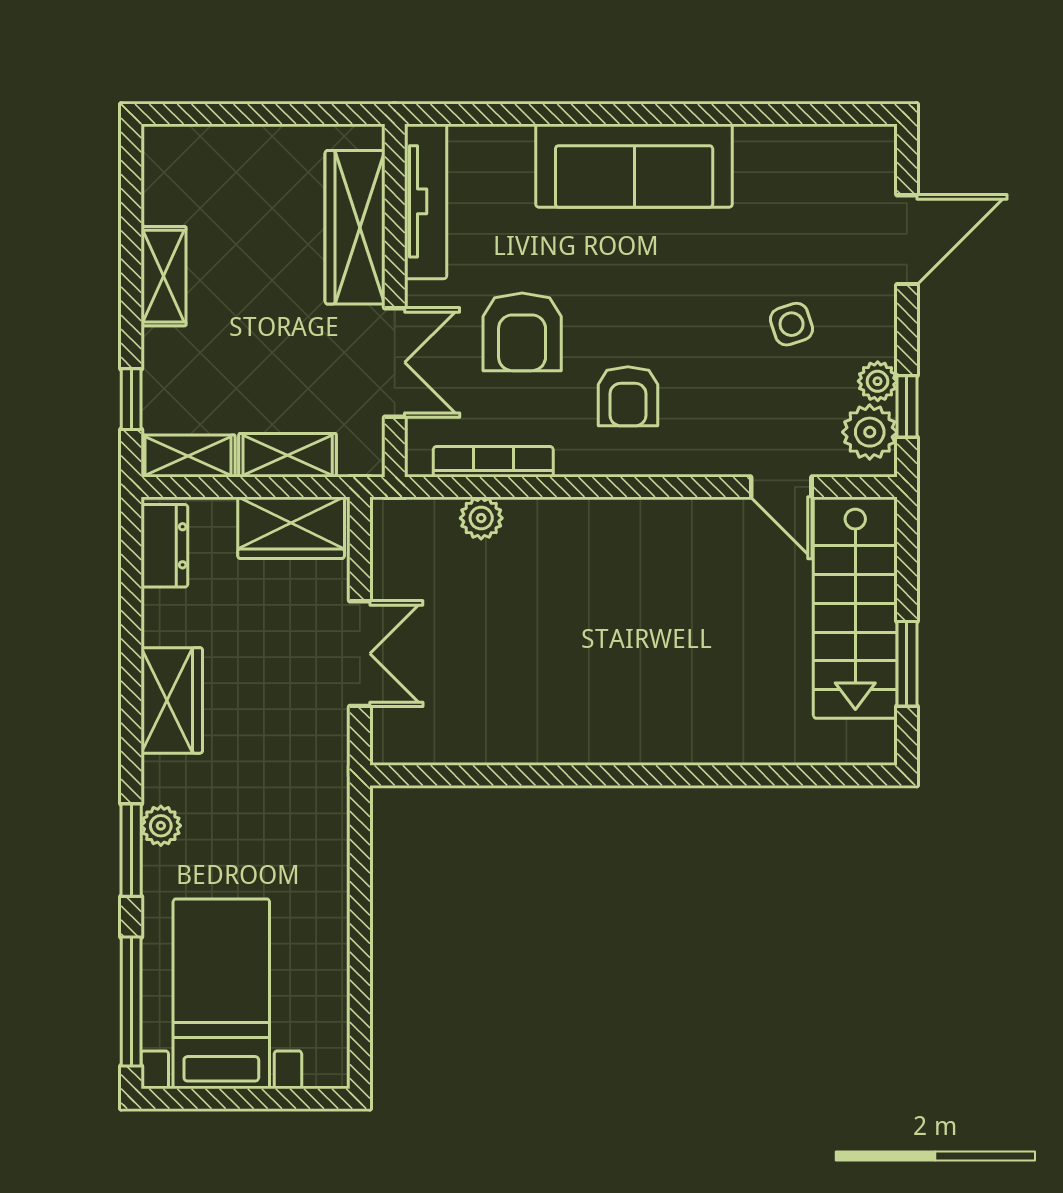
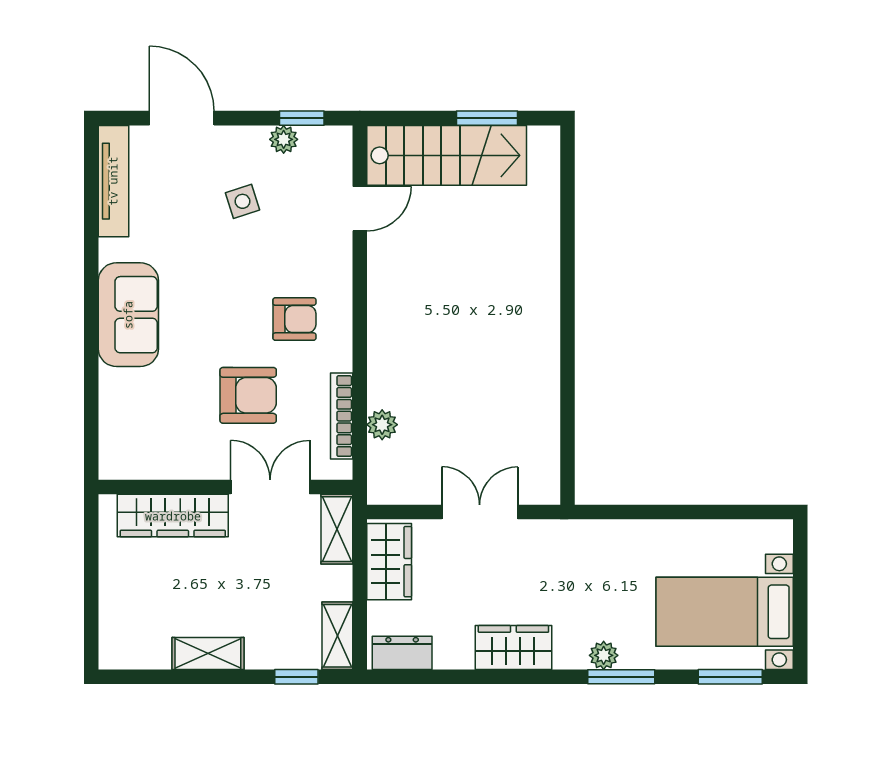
sofa: (634, 166) -> (128, 315), width x0.73
tv unit: (426, 201) -> (113, 181), moved, turned 90
plant: (870, 432) -> (320, 145), removed
shelving: (288, 455) -> (337, 529), moved
window: (131, 1001) -> (730, 677), width x0.69

